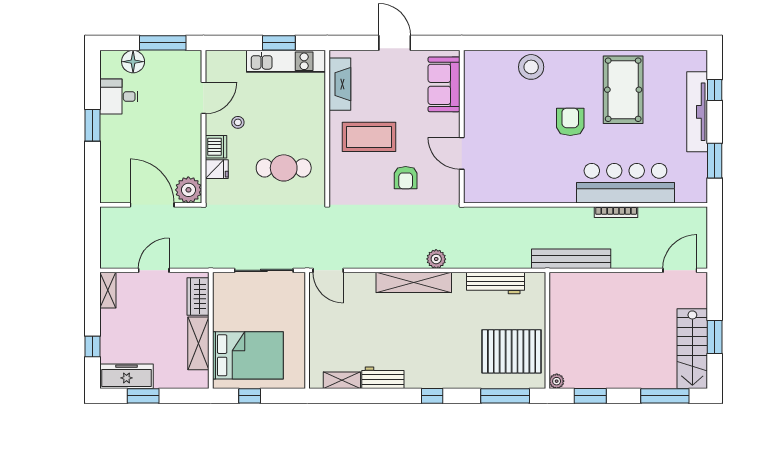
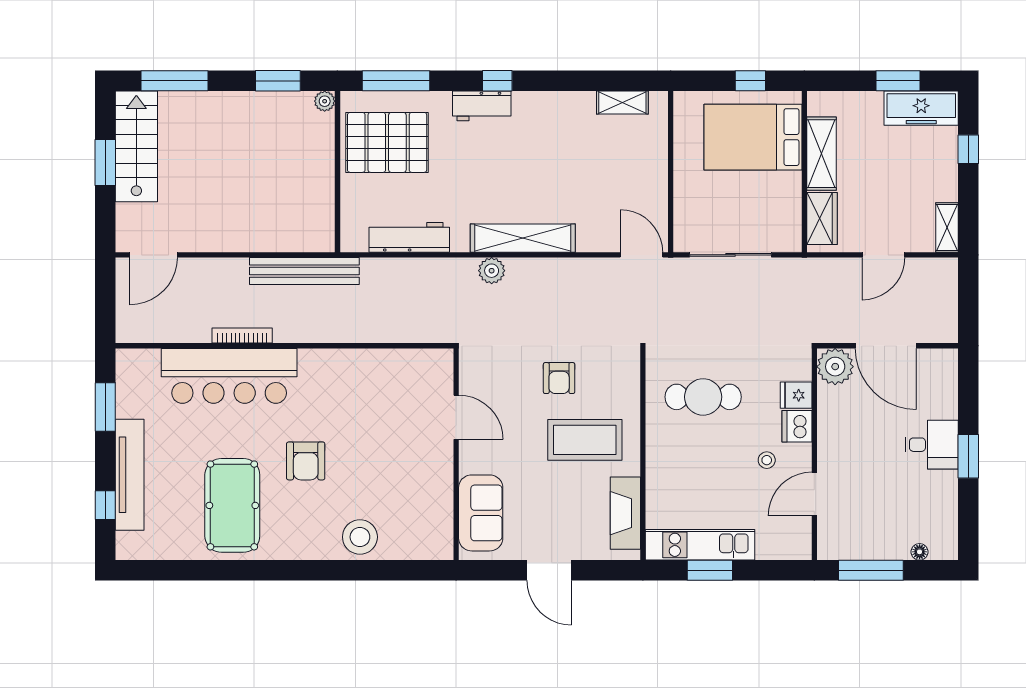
floor lamp: (133, 62) -> (920, 552), width x0.53, depth x0.53
desk: (119, 96) -> (932, 445), moved
armchair: (406, 178) -> (559, 378), moved, turned 180
workbench: (383, 378) -> (482, 106), moved

